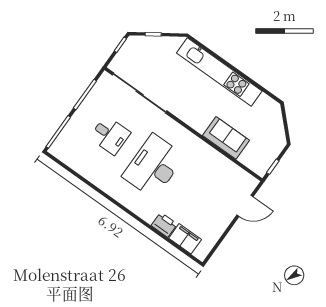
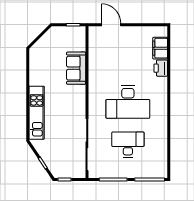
kitchen unit: (219, 72) -> (37, 113), width x0.73
desk: (110, 135) -> (128, 144), width x1.37

